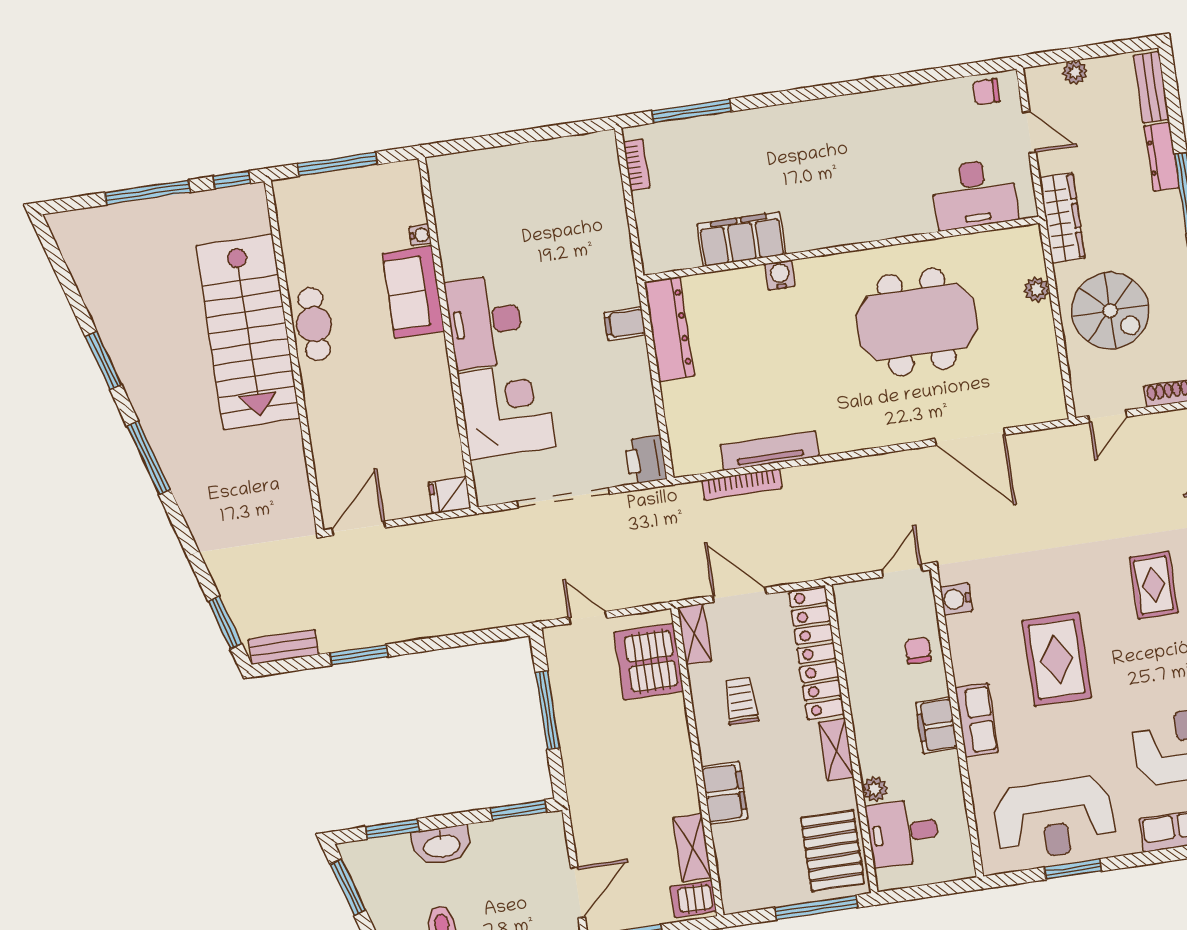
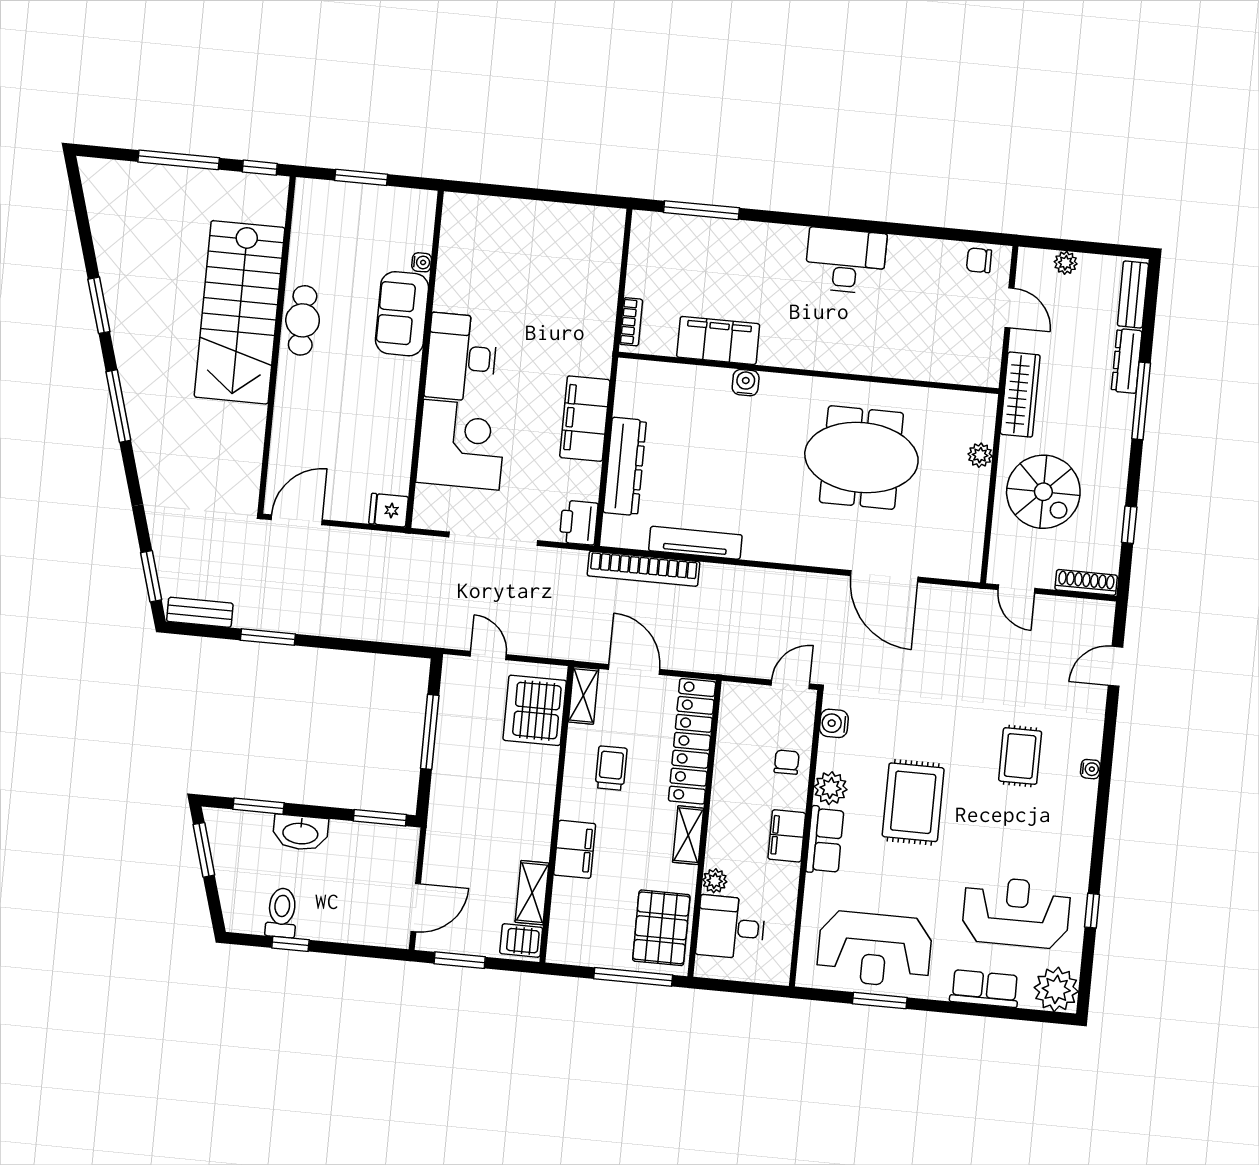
window: (337, 164) -> (361, 177), width x0.69
bookcase: (637, 165) -> (631, 322), moved
desk: (975, 194) -> (846, 261), moved, turned 180
filing cabinet: (625, 324) -> (585, 419), width x3.00, depth x1.17
dresser: (669, 329) -> (625, 466), moved
door: (1108, 416) -> (1016, 589), hinge flipped
bookcase: (742, 484) -> (644, 569), width x1.48, depth x1.31
plant: (969, 666) -> (831, 788), added

